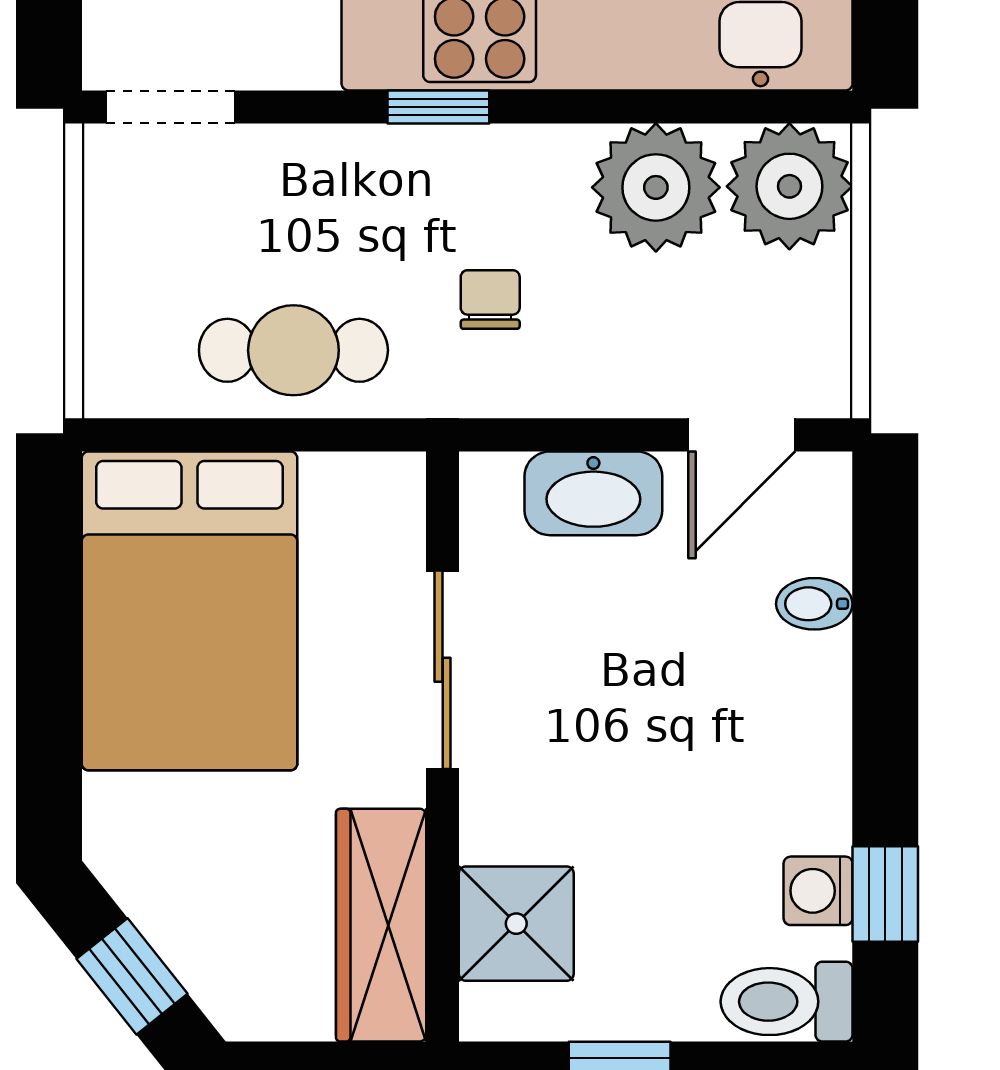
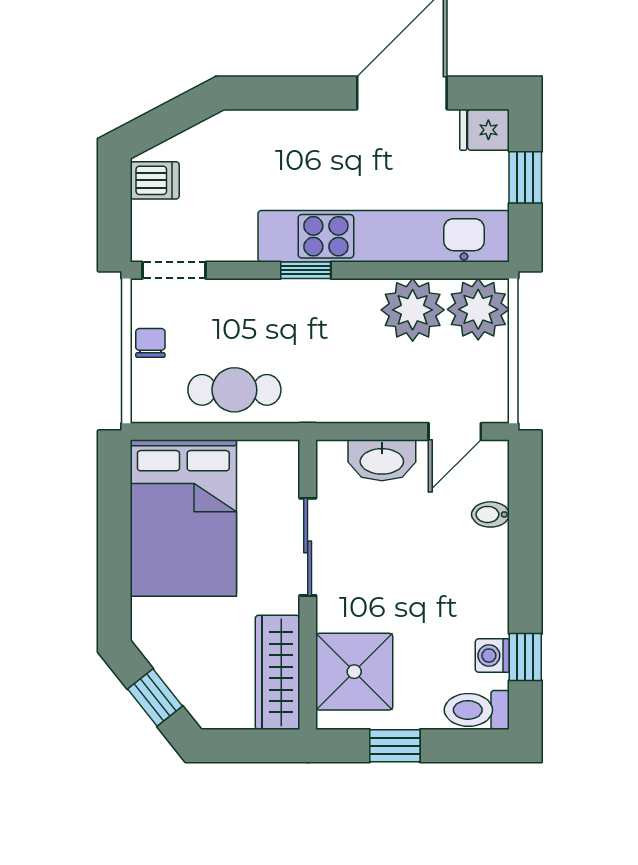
chair: (490, 299) -> (150, 343), moved
shower: (516, 924) -> (354, 672), width x1.36, depth x1.36

